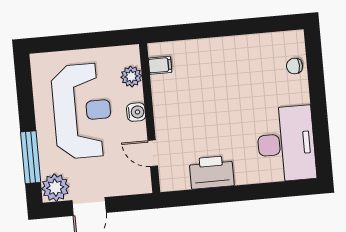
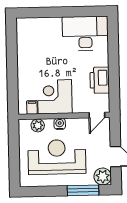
chair: (295, 66) -> (38, 25), removed
corner desk: (180, 101) -> (55, 97), added
door: (153, 153) -> (97, 115), moved

